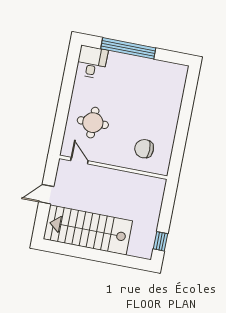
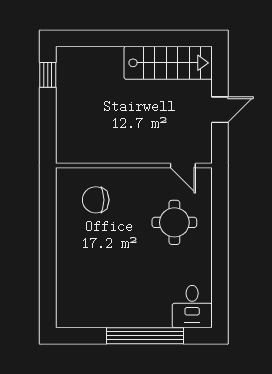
chair: (144, 149) -> (96, 200), turned 180
stairs: (88, 230) -> (168, 63), width x0.73, depth x0.66

